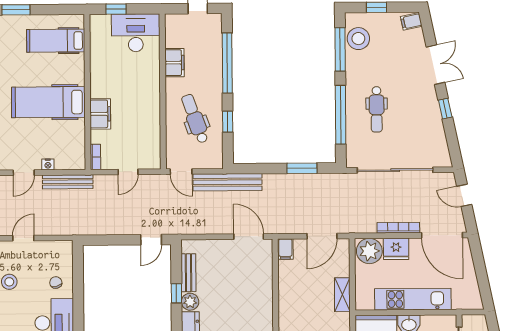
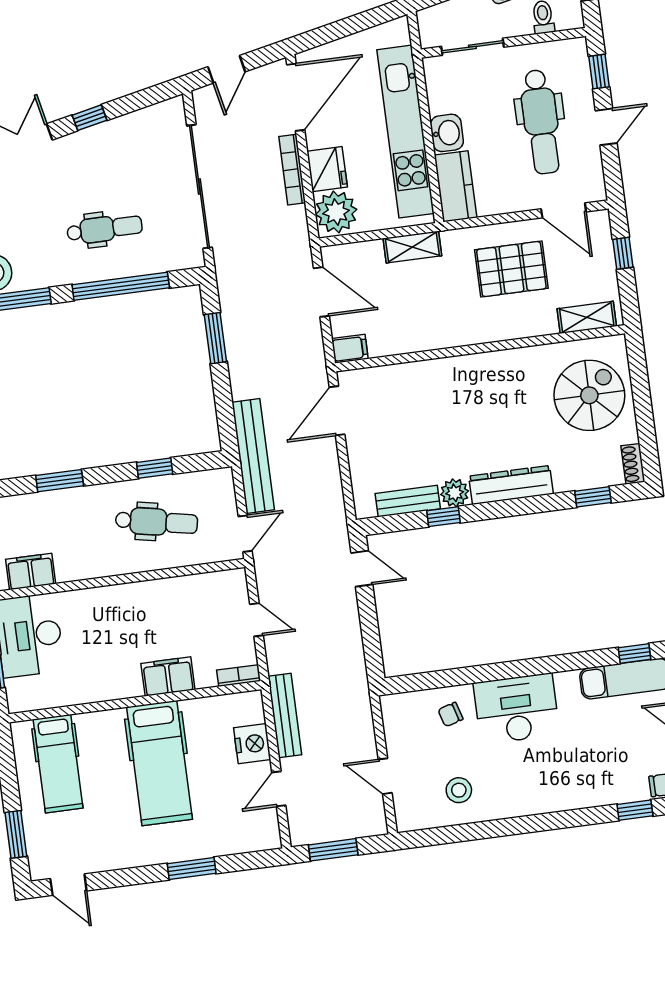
filing cabinet: (174, 63) -> (31, 572), moved
window: (227, 63) -> (60, 481), width x0.47
dental chair: (195, 119) -> (157, 522), turned -149
nightstand: (48, 164) -> (252, 744), width x1.89, depth x1.79
door: (24, 173) -> (279, 789), swing flipped
kitchen unit: (413, 299) -> (405, 132), width x1.36

